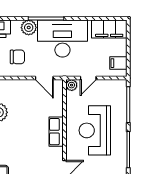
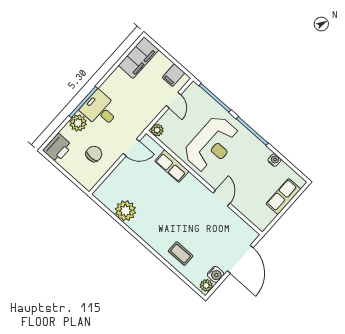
desk: (62, 38) -> (100, 110), width x0.53, depth x0.77
door: (88, 78) -> (173, 100), moved
reception desk: (95, 130) -> (212, 144), turned -90
row of seats: (56, 132) -> (172, 166), moved

